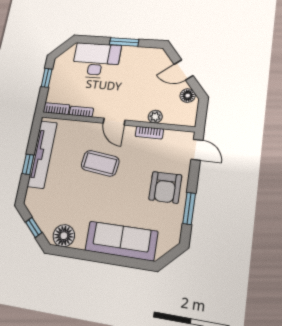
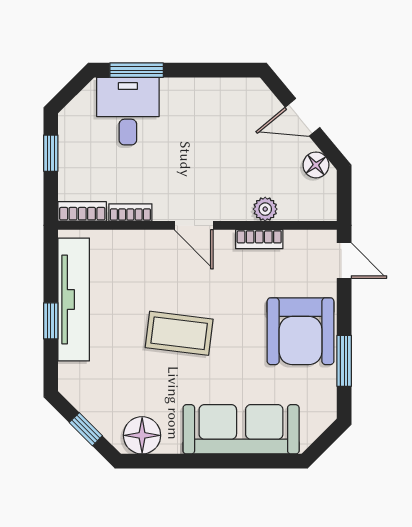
window: (124, 42) -> (137, 70), moved
desk: (96, 61) -> (128, 111), width x0.73
coffee table: (100, 163) -> (179, 333), moved
armchair: (165, 187) -> (301, 331), width x1.36, depth x1.36

